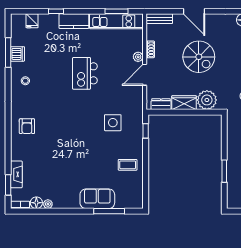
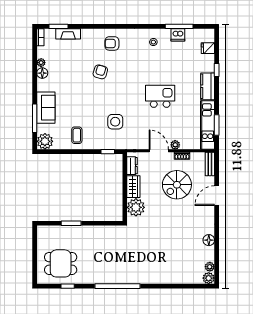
spiral stairs: (199, 57) -> (177, 185), moved
armchair: (58, 139) -> (100, 72), added
plant: (134, 200) -> (45, 141), added
floor lamp: (36, 203) -> (42, 73), moved

